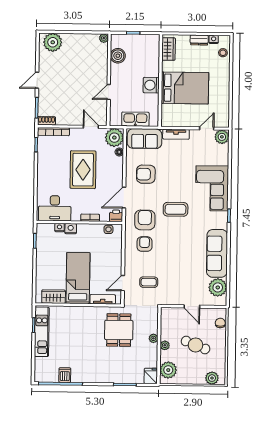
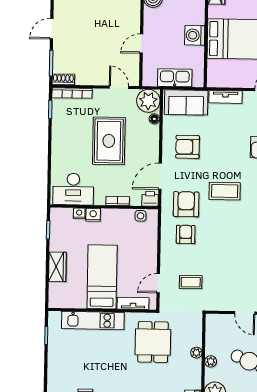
wardrobe: (54, 297) -> (57, 267), moved, turned 90
kitchen unit: (42, 332) -> (93, 321), moved, turned 90

